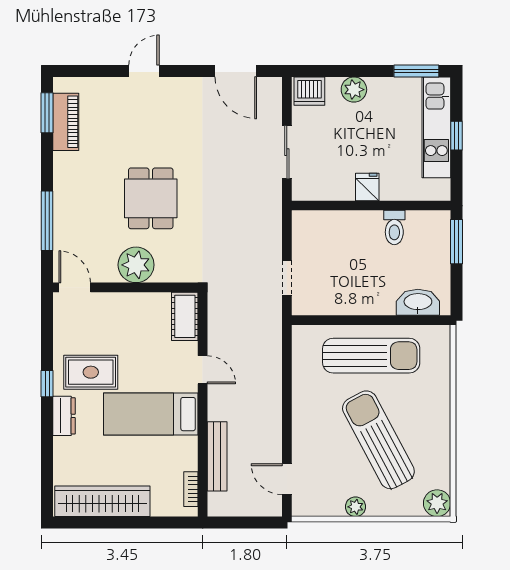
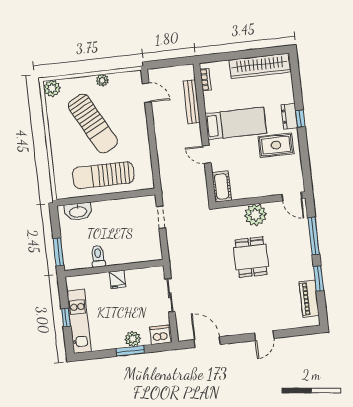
window: (416, 71) -> (130, 351), moved
window: (47, 113) -> (319, 278), moved
window: (47, 384) -> (300, 119), moved

